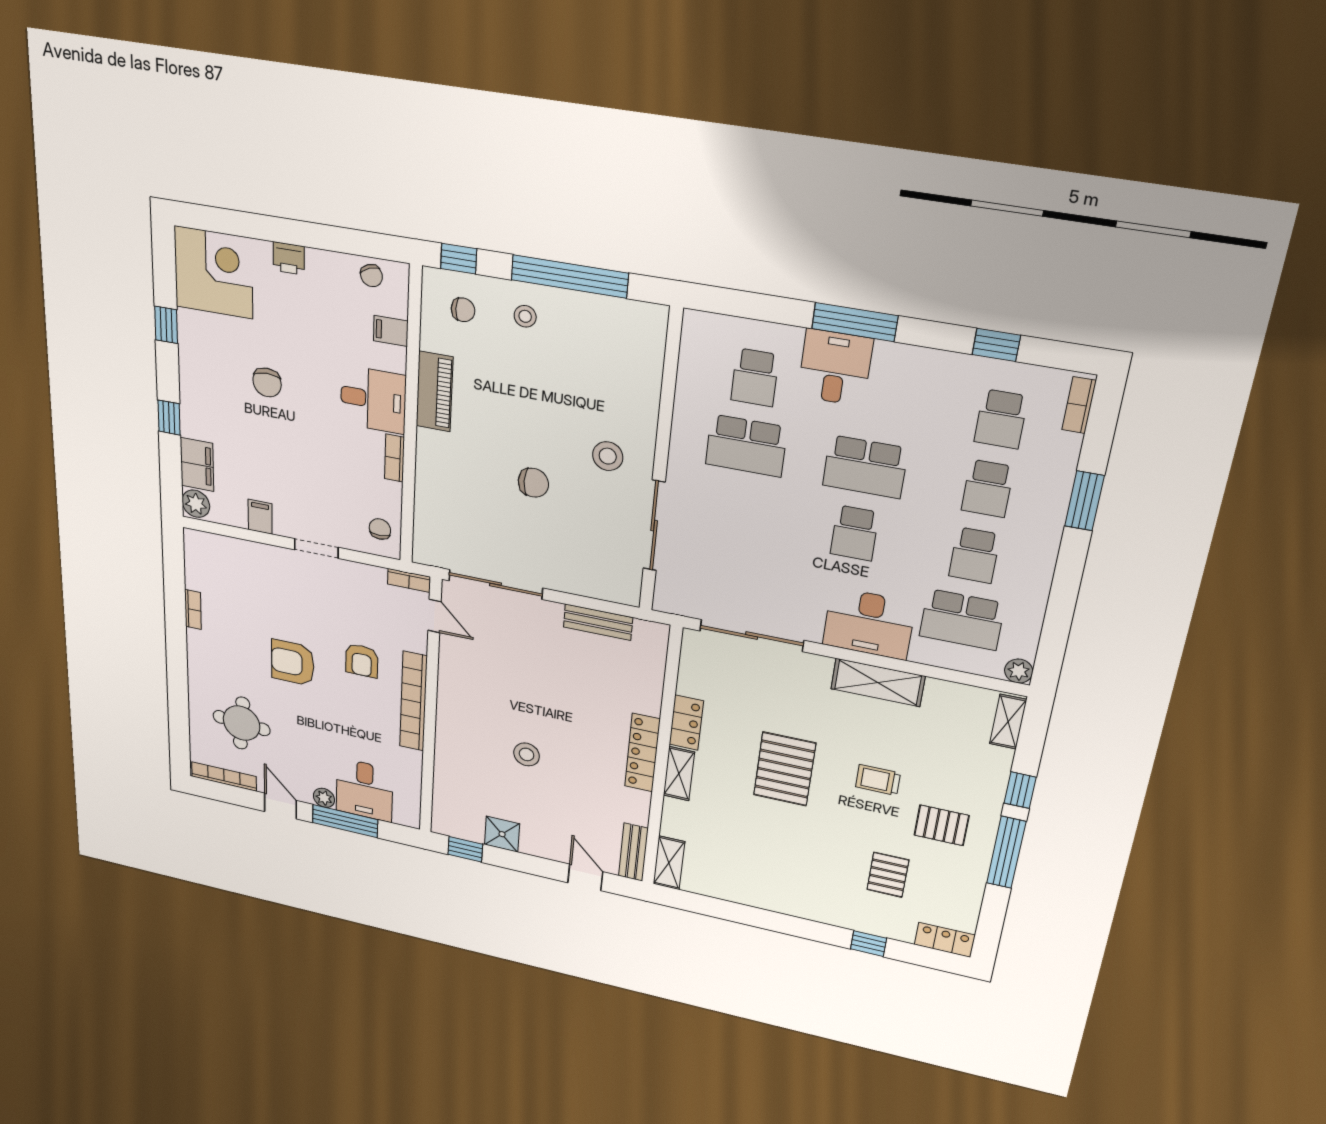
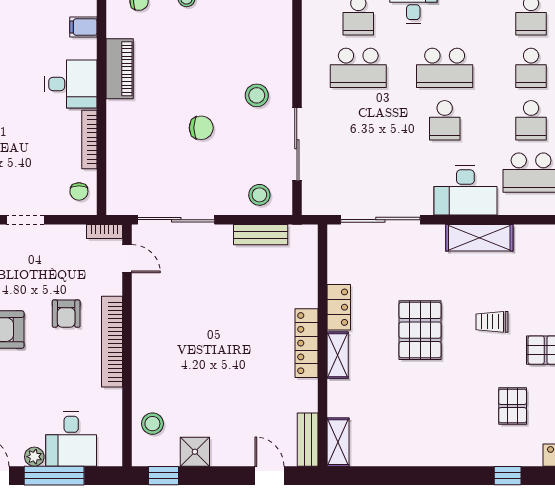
bookcase: (394, 458) -> (89, 139), width x1.56
chair: (380, 529) -> (79, 191), turned 180
stool: (600, 576) -> (259, 195), added
stool: (527, 754) -> (152, 424), moved

